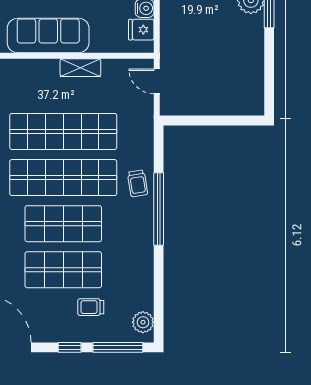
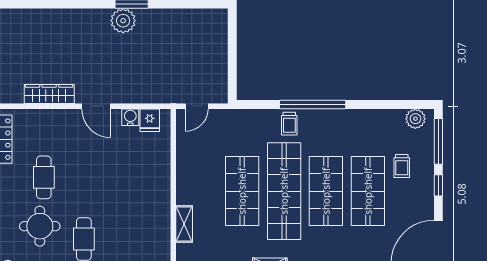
sofa: (48, 35) -> (155, 205), removed
shelving: (80, 68) -> (184, 224), moved
shop shelf: (63, 131) -> (242, 191), width x0.71
trolley: (138, 183) -> (289, 124), turned 99

